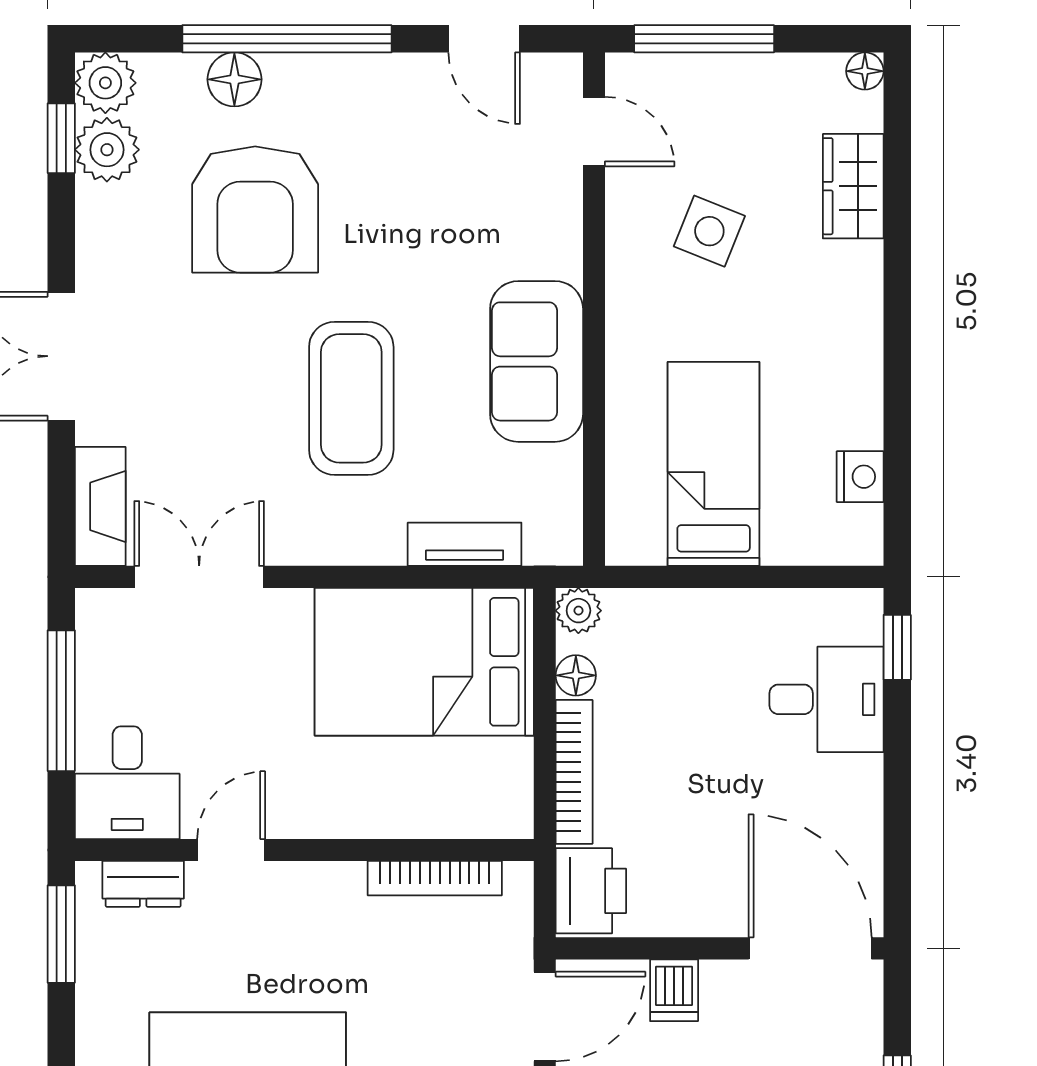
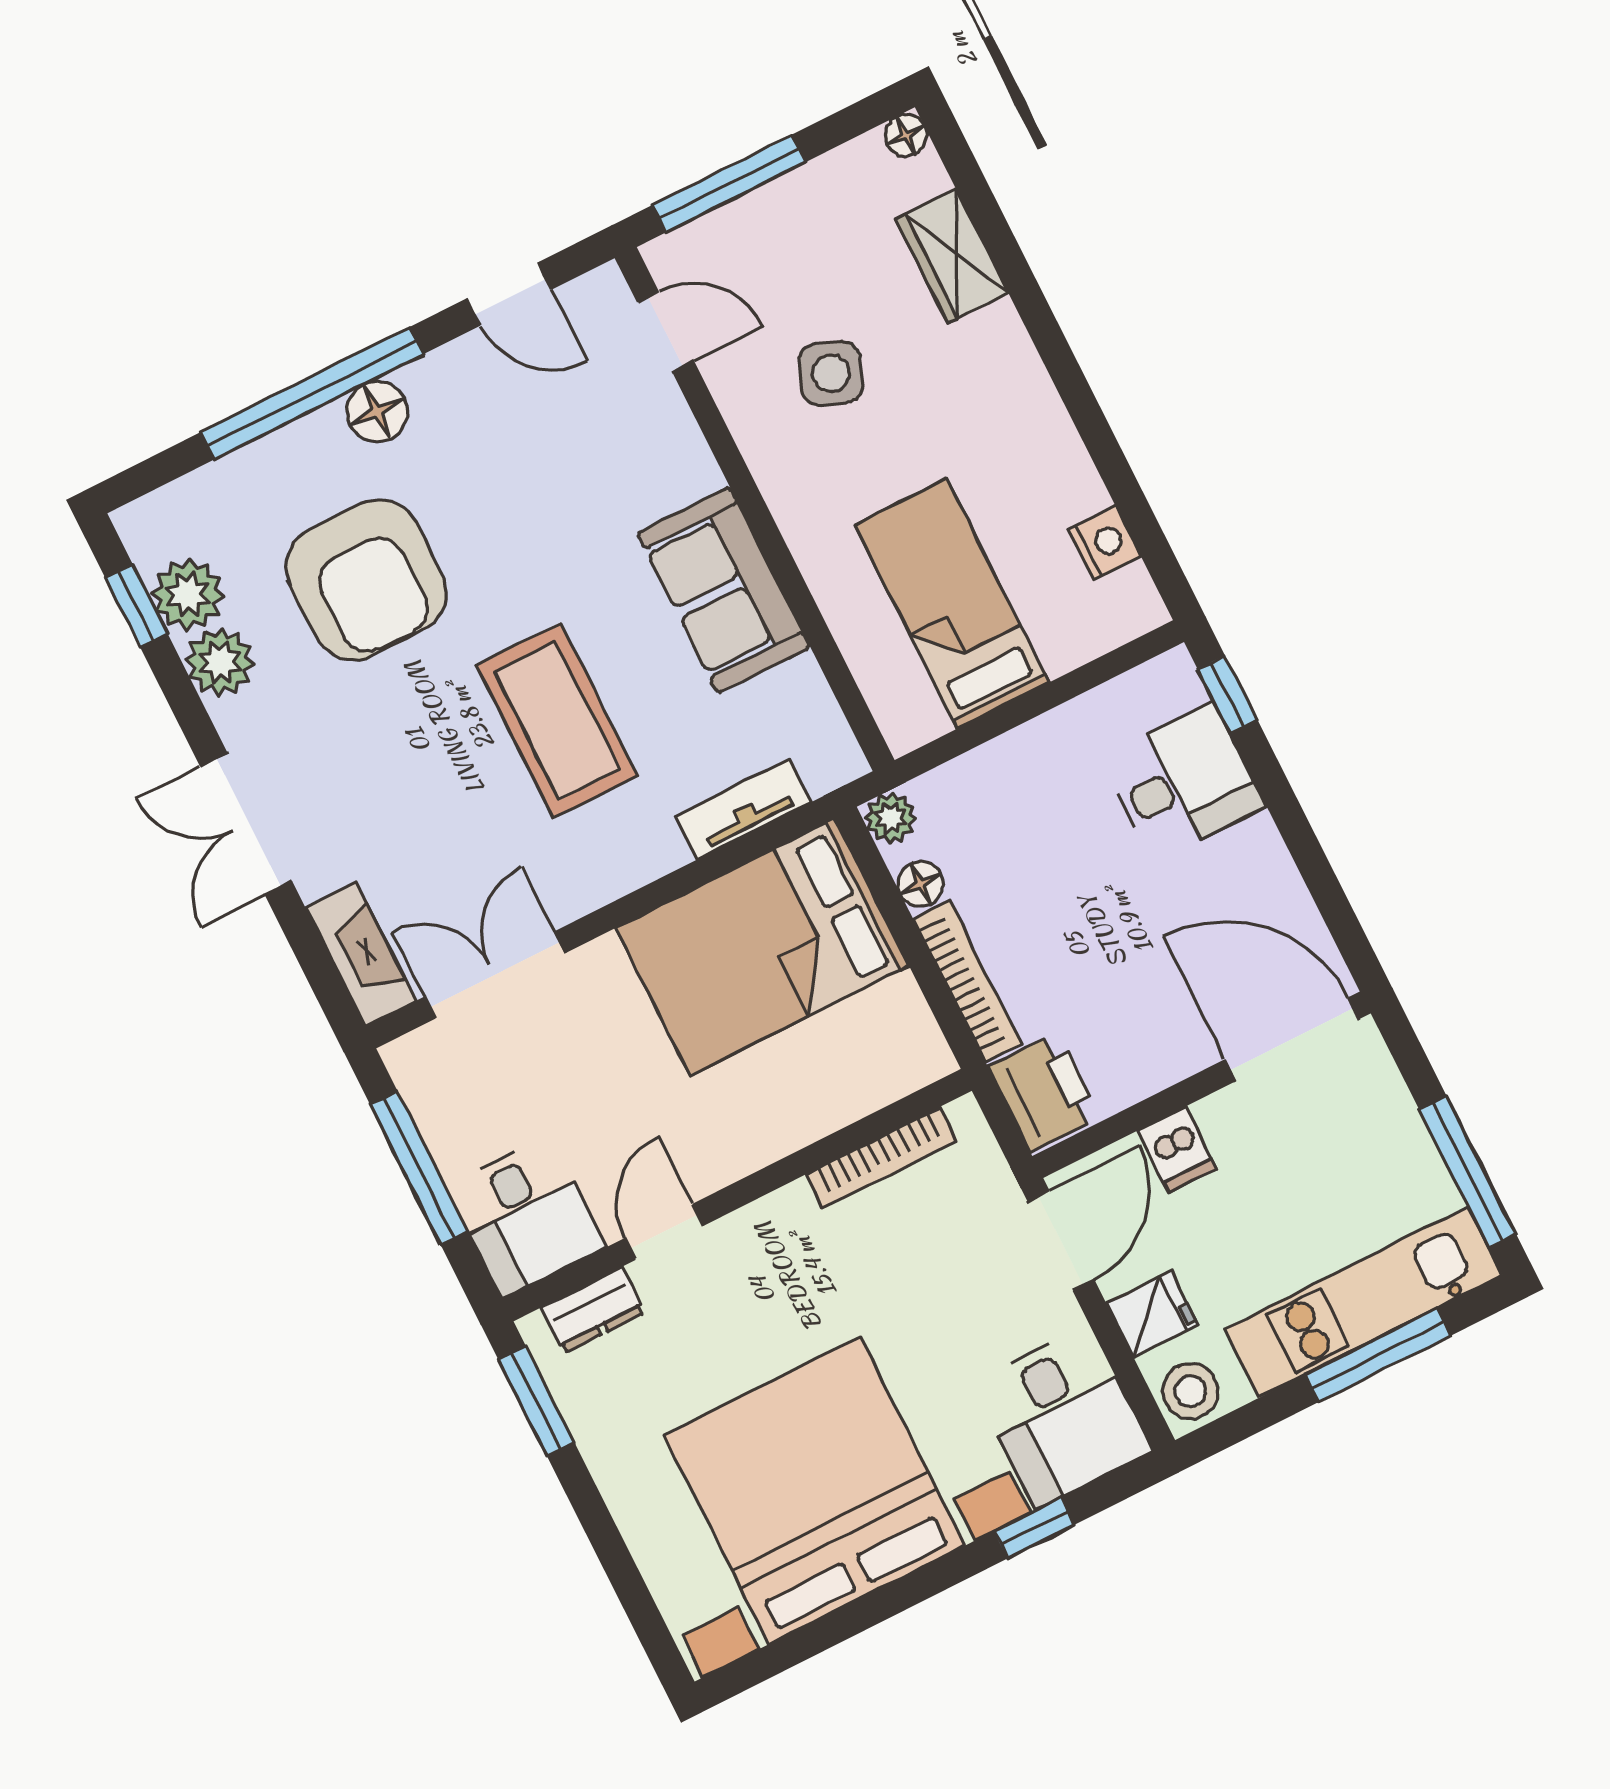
floor lamp: (234, 79) -> (377, 411), moved
plant: (105, 83) -> (220, 662), moved

